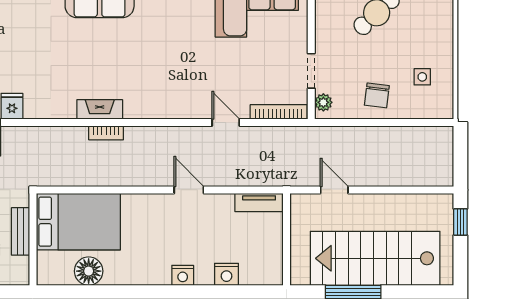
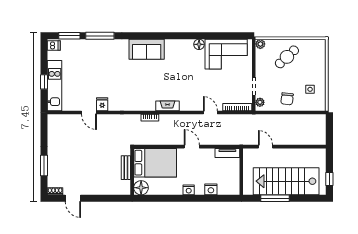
fireplace: (100, 109) -> (168, 106), moved
bed: (78, 222) -> (155, 163), moved
window: (460, 222) -> (329, 179), moved
bench: (20, 231) -> (126, 168), moved
wall: (33, 239) -> (132, 172), moved

